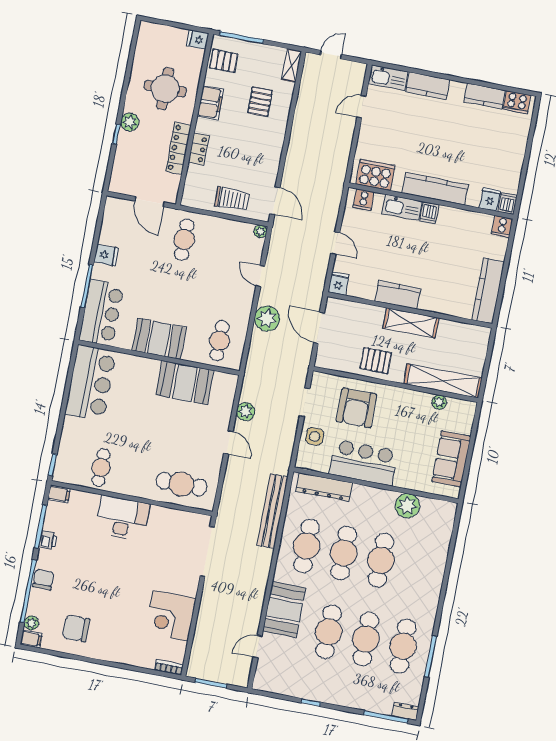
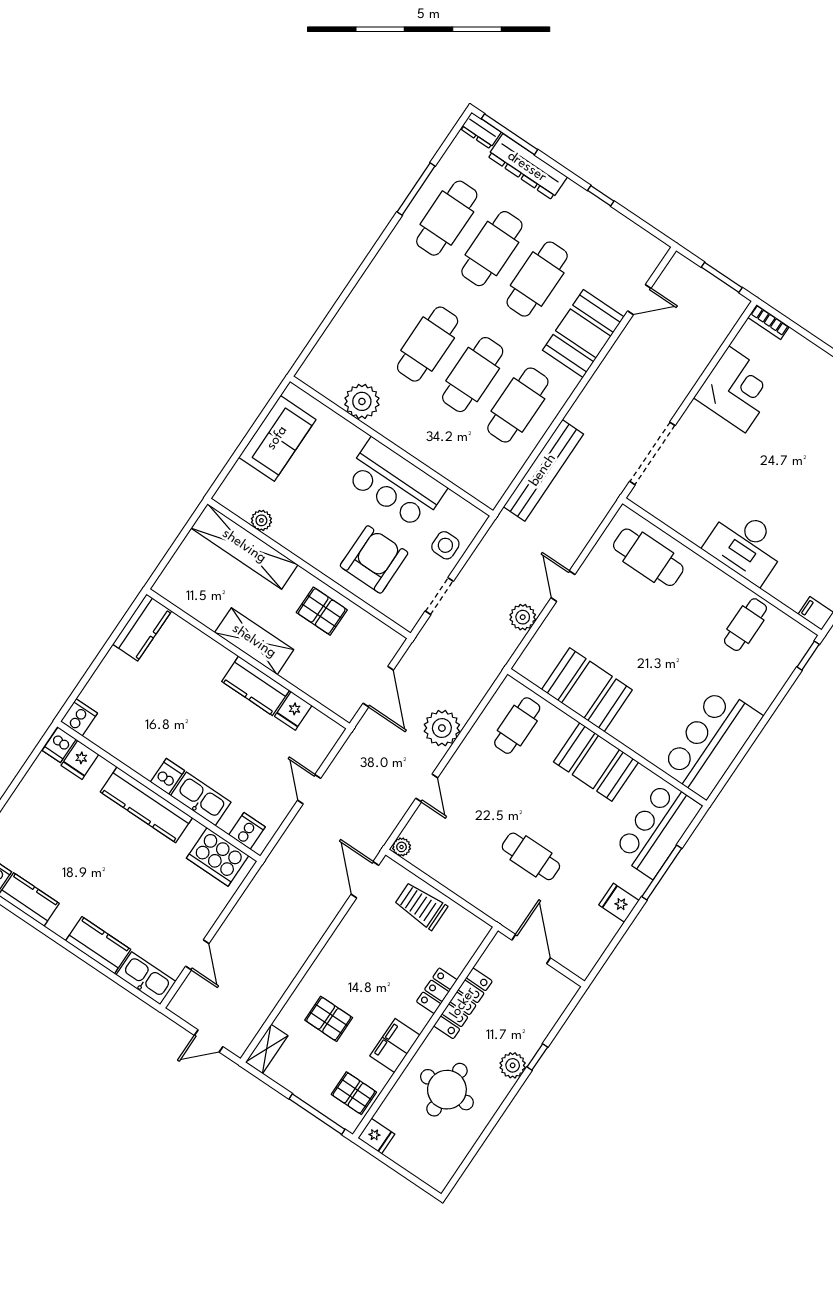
pallet: (260, 102) -> (329, 1019), turned 90
door: (362, 107) -> (197, 955), hinge flipped
cafe table: (184, 240) -> (531, 856), moved, turned 90
fridge: (339, 284) -> (293, 711), moved
kitchen counter: (488, 291) -> (142, 628), width x0.67
dresser: (324, 487) -> (527, 167), moved, turned 180

